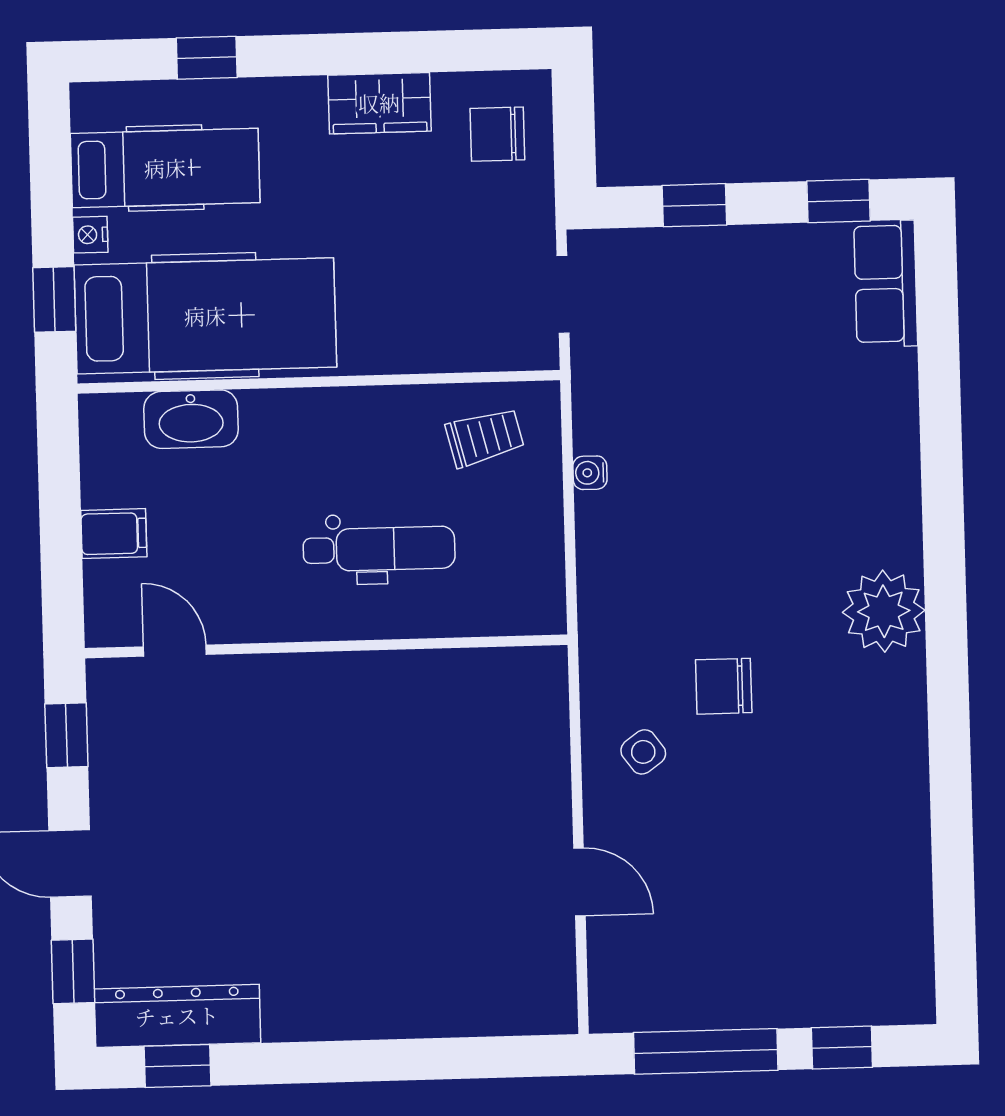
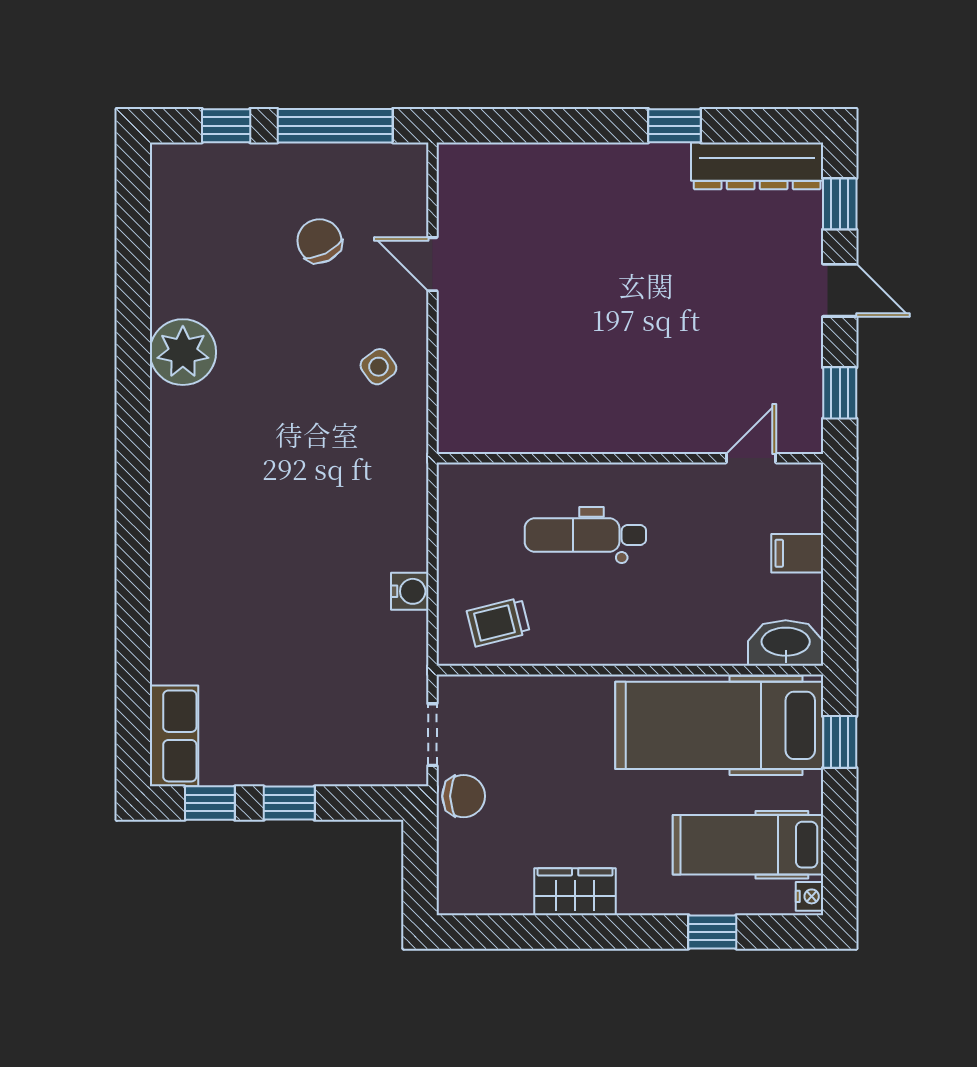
chair: (497, 134) -> (464, 796), moved
window: (694, 205) -> (289, 803), moved
nightstand: (90, 235) -> (809, 896), moved
washbasin: (191, 419) -> (786, 643), moved
water cooler: (590, 473) -> (410, 591), width x1.38, depth x1.38
plant: (884, 611) -> (183, 352), moved
door: (175, 651) -> (751, 458), swing flipped
chair: (724, 686) -> (319, 241), moved, turned -116
window: (177, 1066) -> (675, 126), moved

